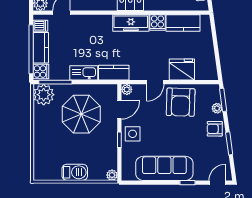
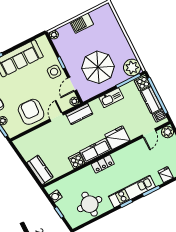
kitchen counter: (183, 23) -> (40, 170), moved, turned 82
fridge: (182, 70) -> (117, 138), moved, turned 180
kitchen counter: (114, 73) -> (79, 114), moved

